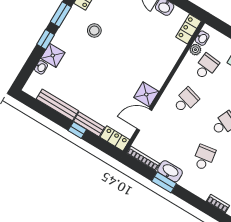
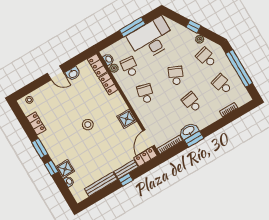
stool: (94, 31) -> (88, 125), moved
locker: (175, 53) -> (108, 84), added
door: (144, 120) -> (149, 138), moved

